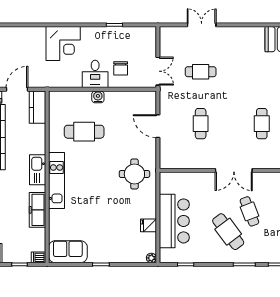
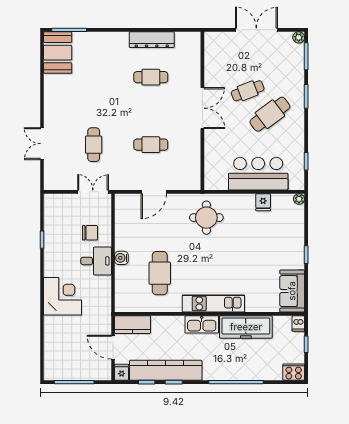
freezer: (37, 210) -> (246, 327), width x1.36, depth x1.26

